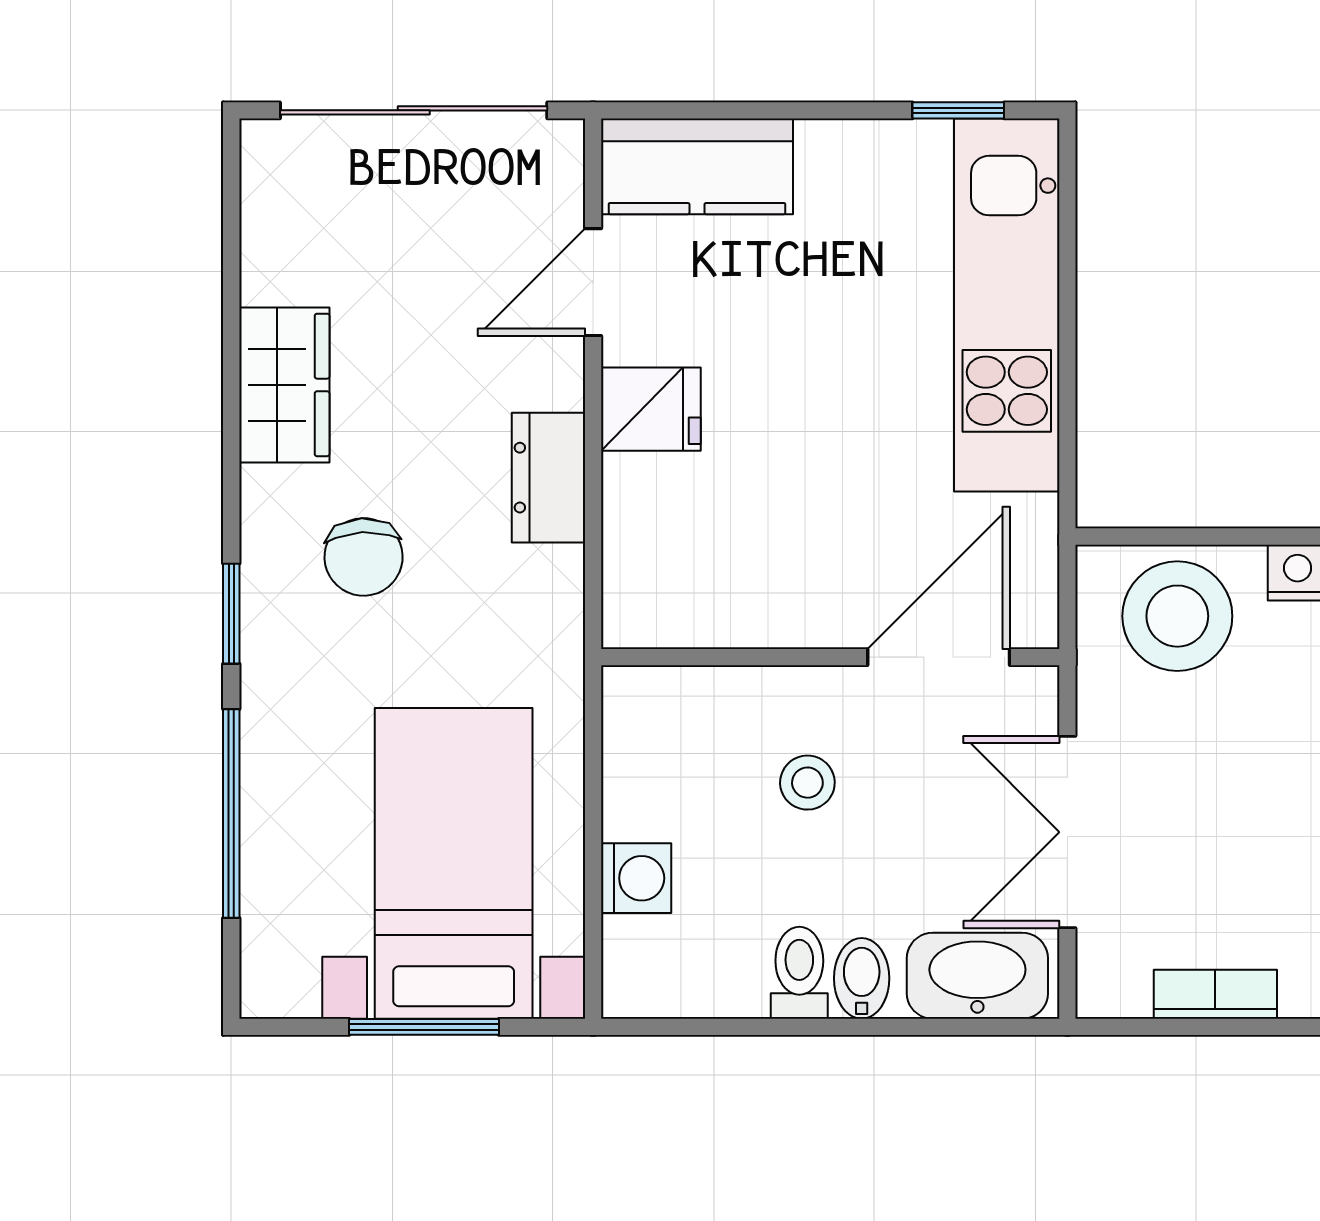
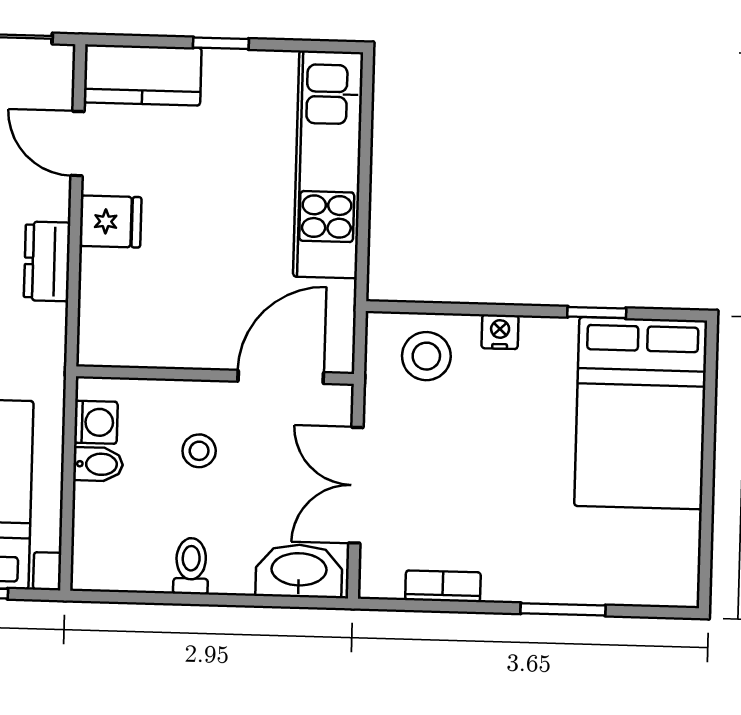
window: (958, 110) -> (221, 43), moved
door: (593, 282) -> (78, 144), hinge flipped
stool: (1177, 616) -> (426, 356), width x0.73, depth x0.73
washing machine: (636, 878) -> (96, 422), moved
bidet: (862, 978) -> (98, 464), moved, turned 90

